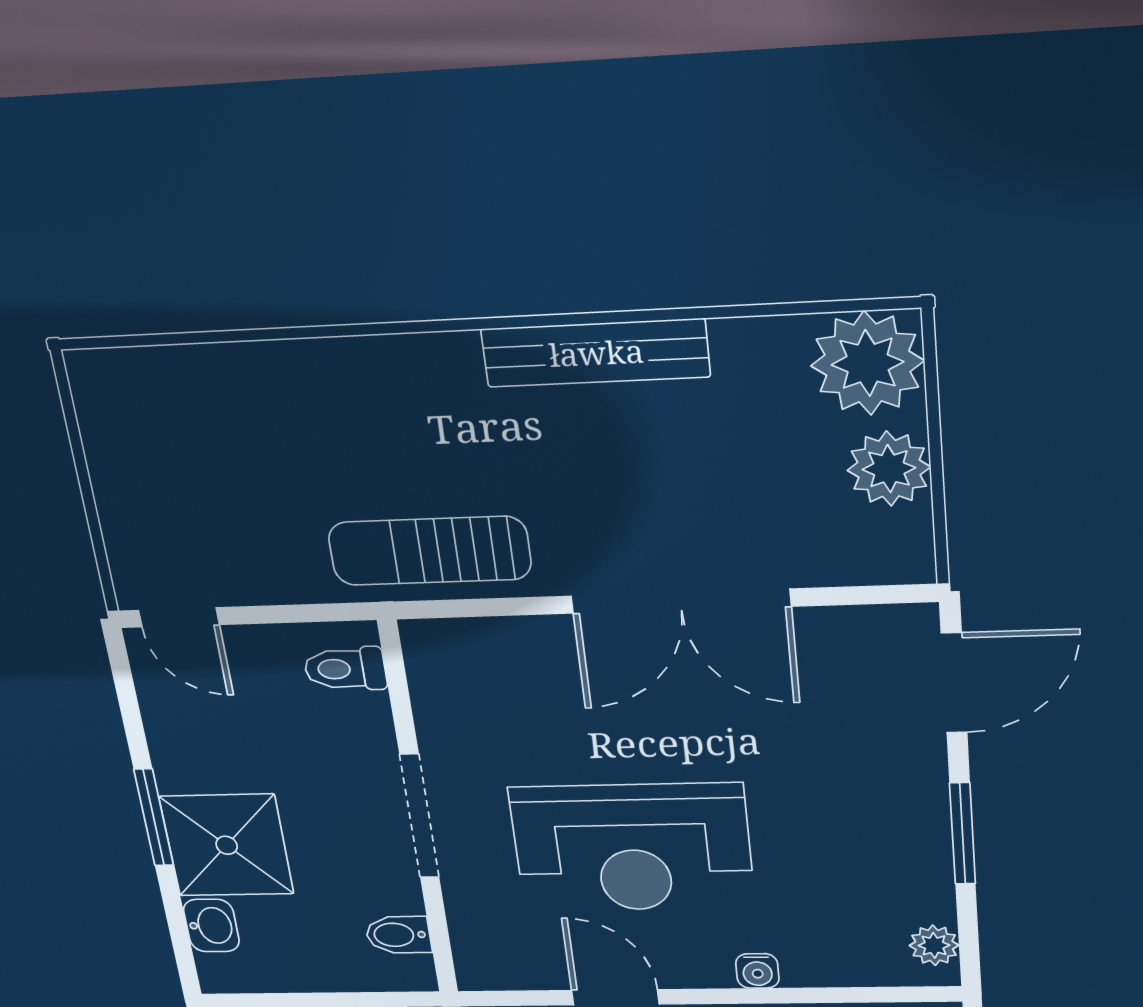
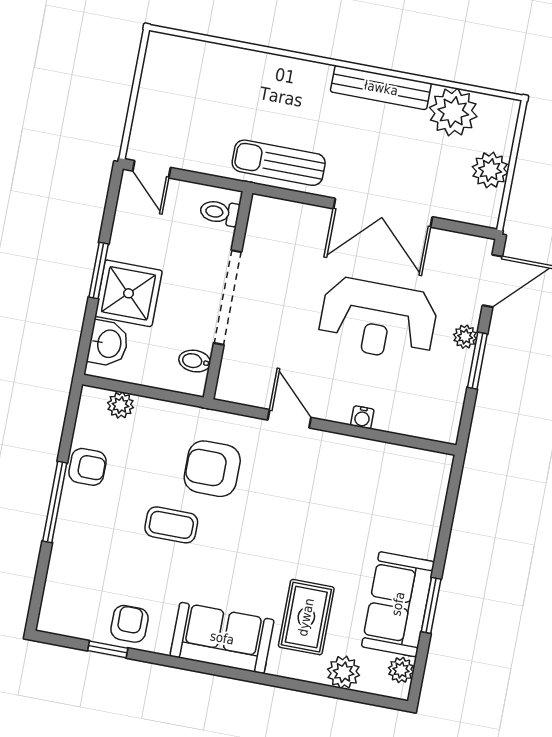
plant: (868, 363) -> (453, 112), moved
doorway: (419, 816) -> (228, 297), width x1.36
reception desk: (632, 848) -> (378, 319), moved
washbasin: (211, 926) -> (108, 344), width x1.38, depth x1.45
plant: (934, 945) -> (465, 337), moved

